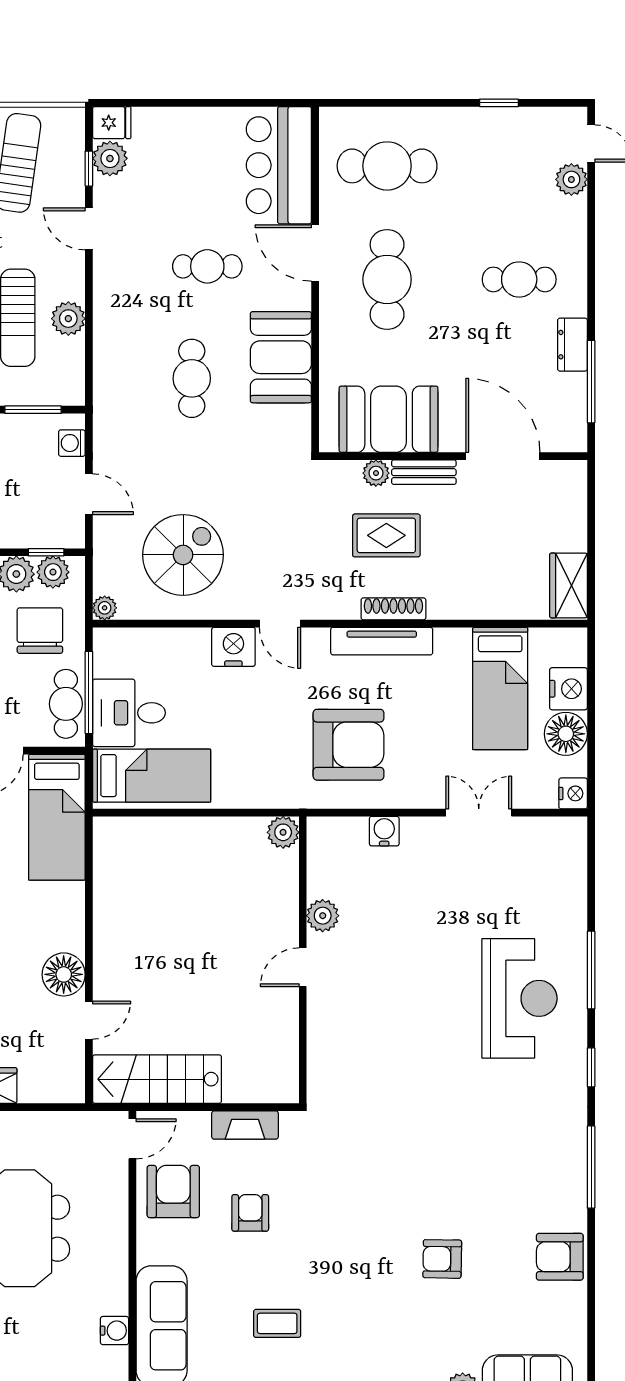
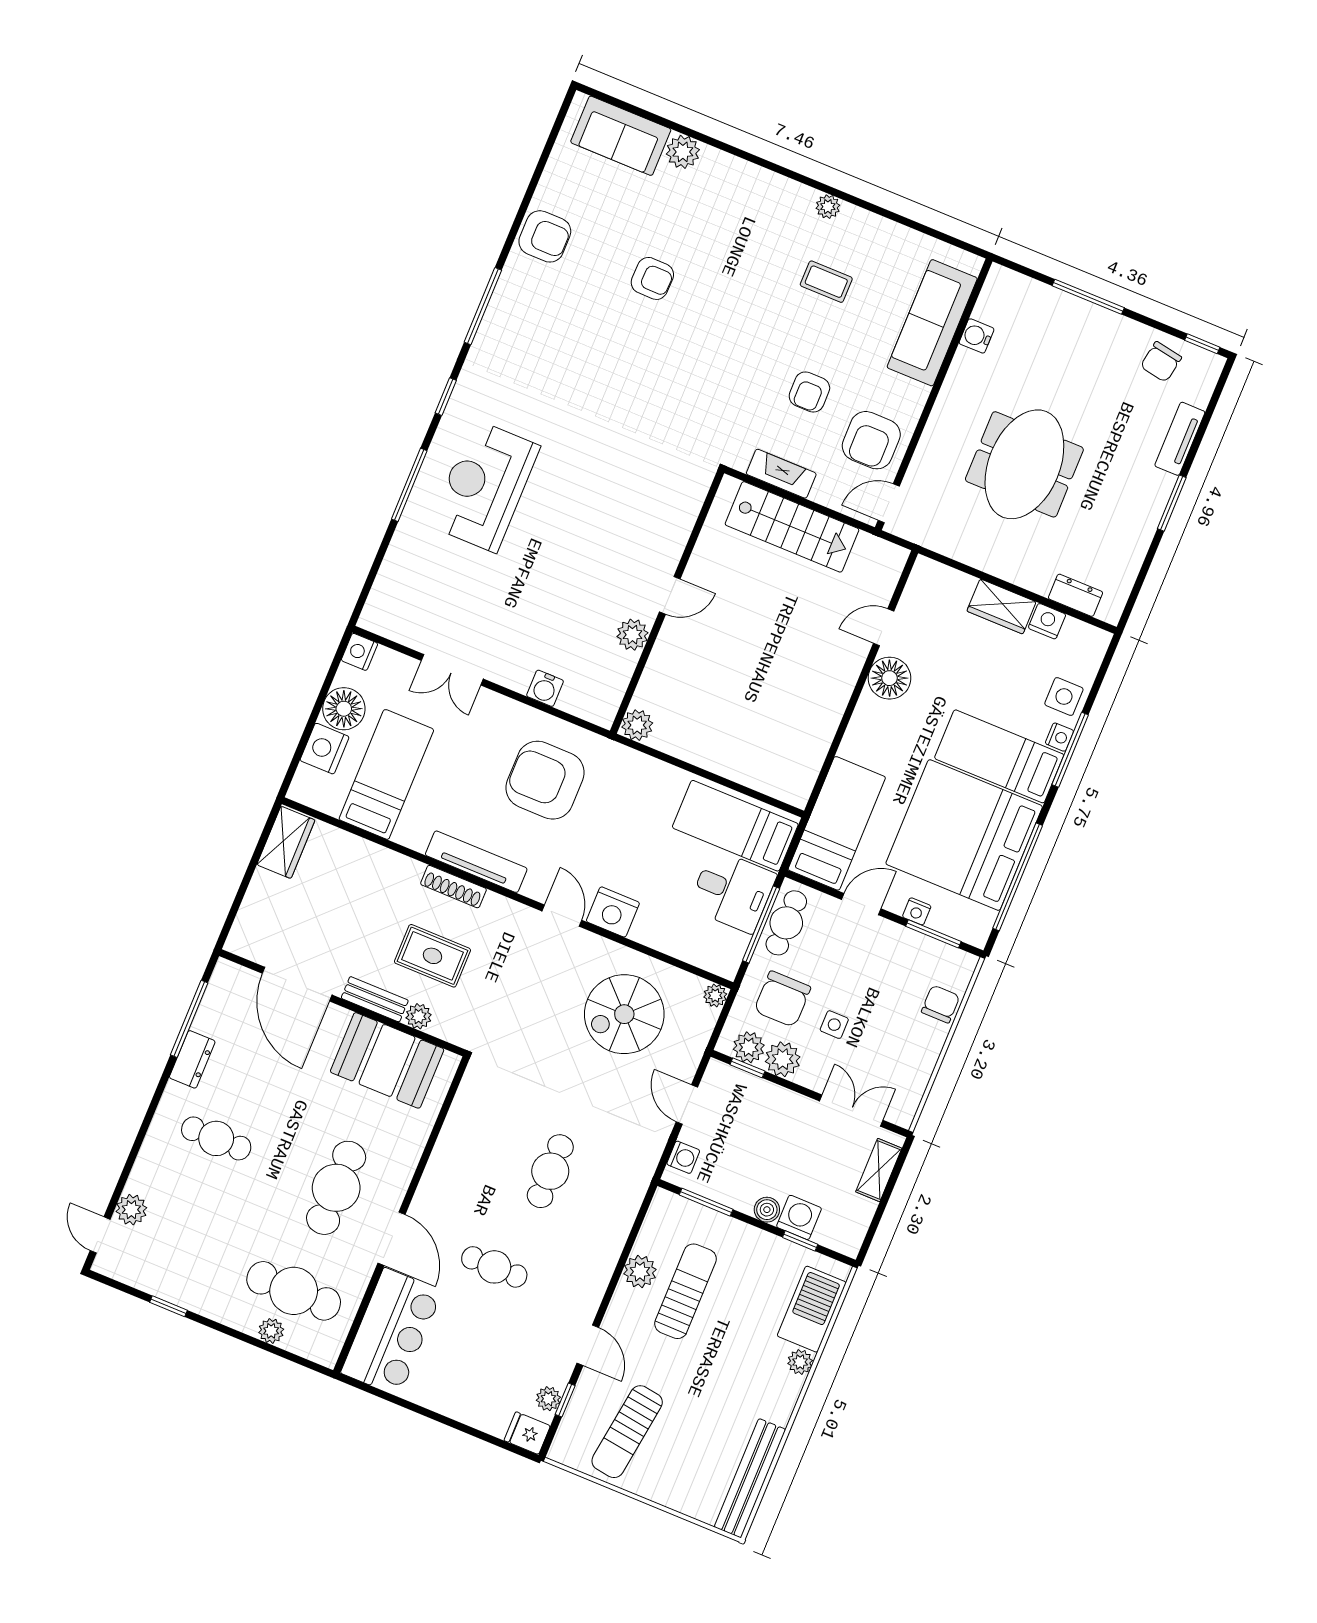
plant: (393, 120) -> (271, 1331), added
plant: (110, 158) -> (548, 1399), width x0.73, depth x0.73
booth: (281, 357) -> (461, 1157), removed
stairs: (157, 1079) -> (792, 527), moved

